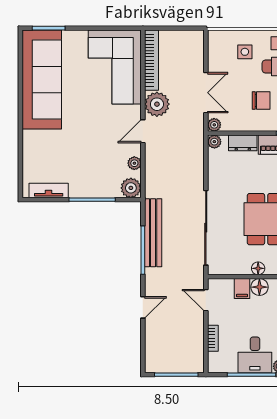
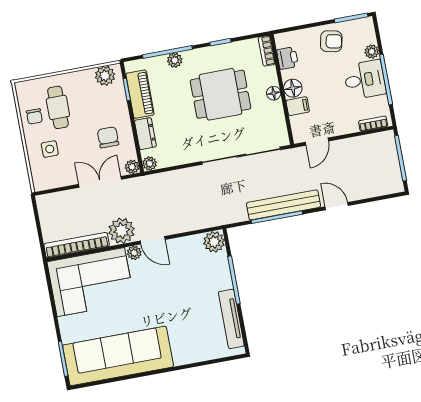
chair: (261, 101) -> (108, 137), moved
plant: (134, 163) -> (134, 253), moved
tv unit: (49, 191) -> (231, 319), width x1.41
bench: (153, 233) -> (283, 205), moved
bookcase: (213, 338) -> (373, 124), moved

